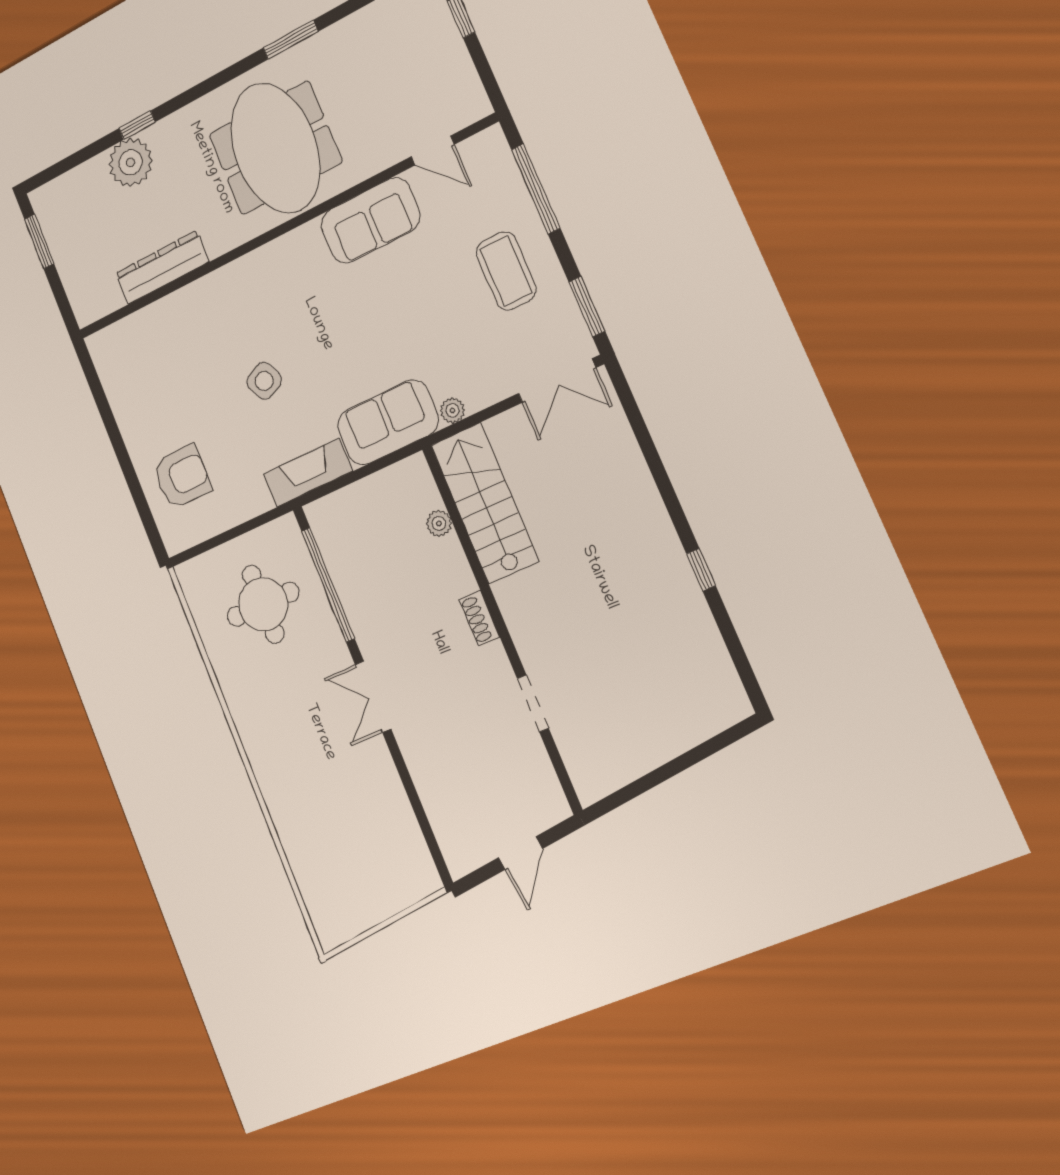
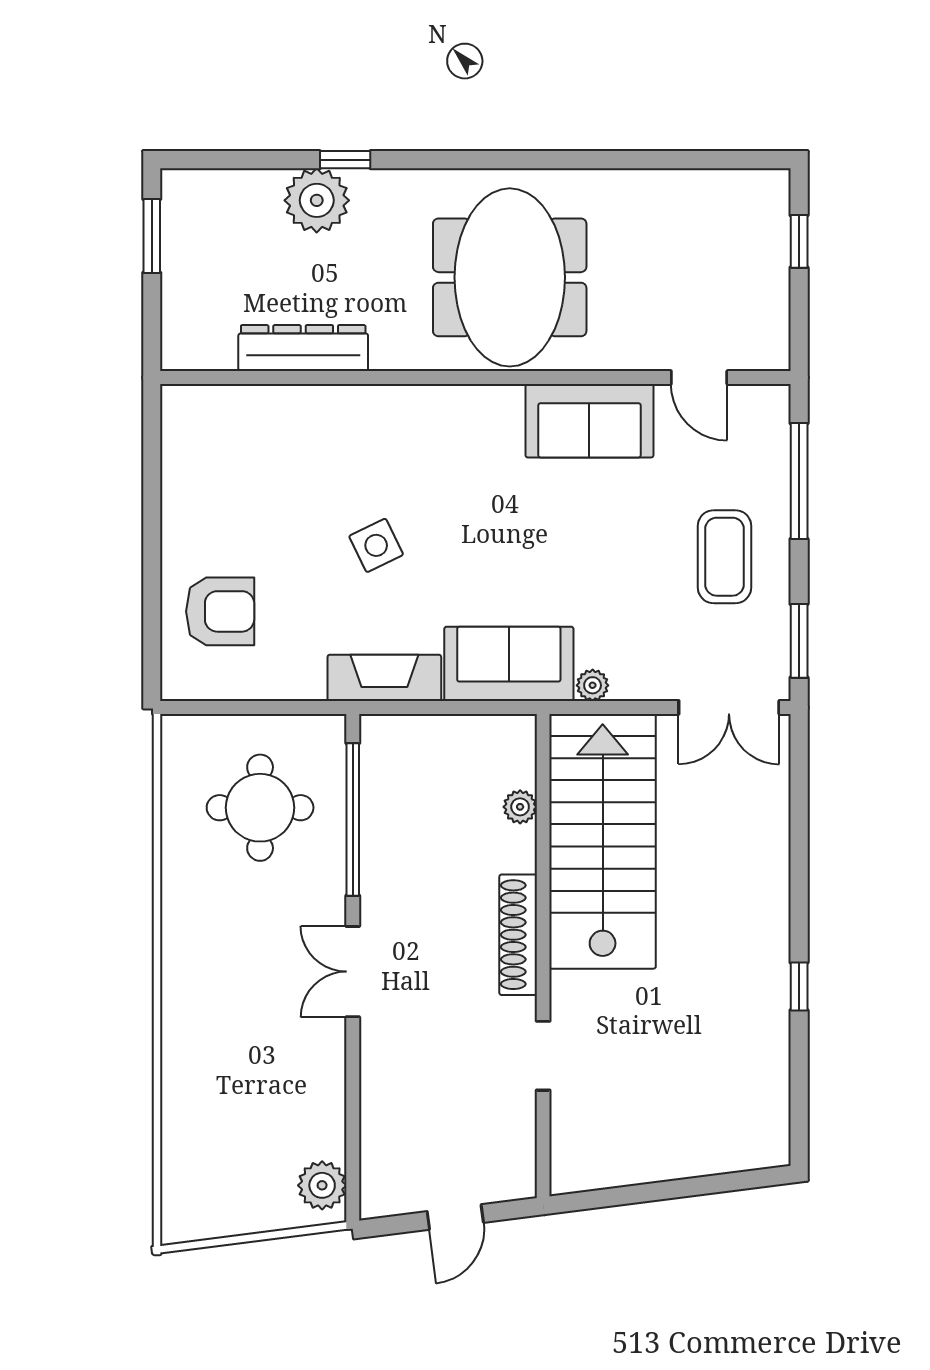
window: (291, 40) -> (585, 160), removed
stairs: (485, 503) -> (603, 841), width x1.36, depth x1.51
shoe rack: (479, 618) -> (518, 935), width x1.94, depth x1.24
plant: (416, 866) -> (322, 1185), added

